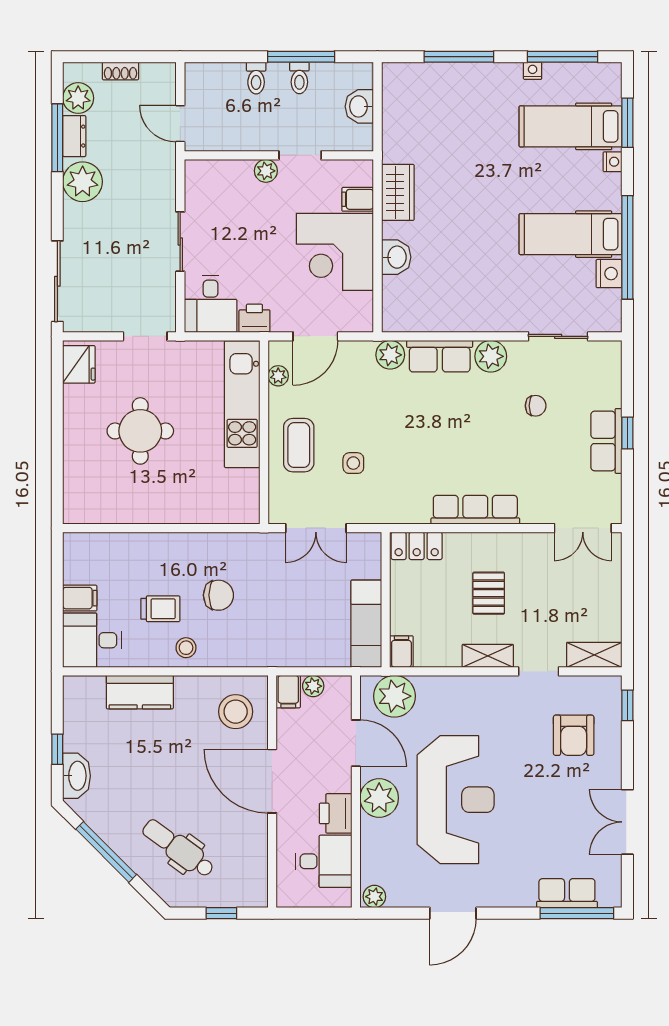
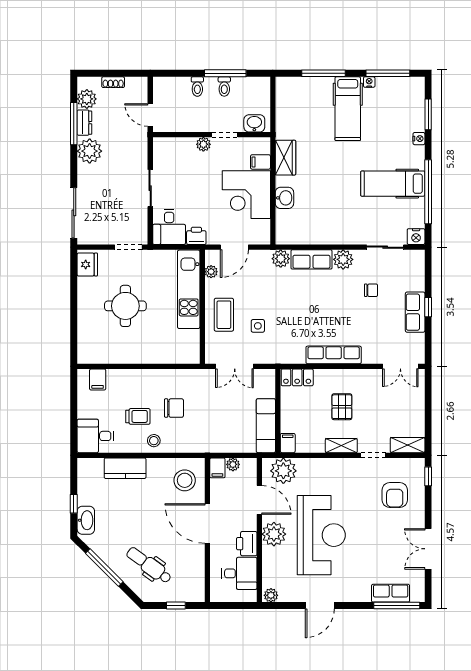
washbasin: (359, 106) -> (254, 123), moved, turned 90
hospital bed: (571, 126) -> (348, 109), moved, turned -90
nightstand: (609, 274) -> (416, 237), moved, turned 90
filing cabinet: (80, 598) -> (98, 379), moved, turned 90

